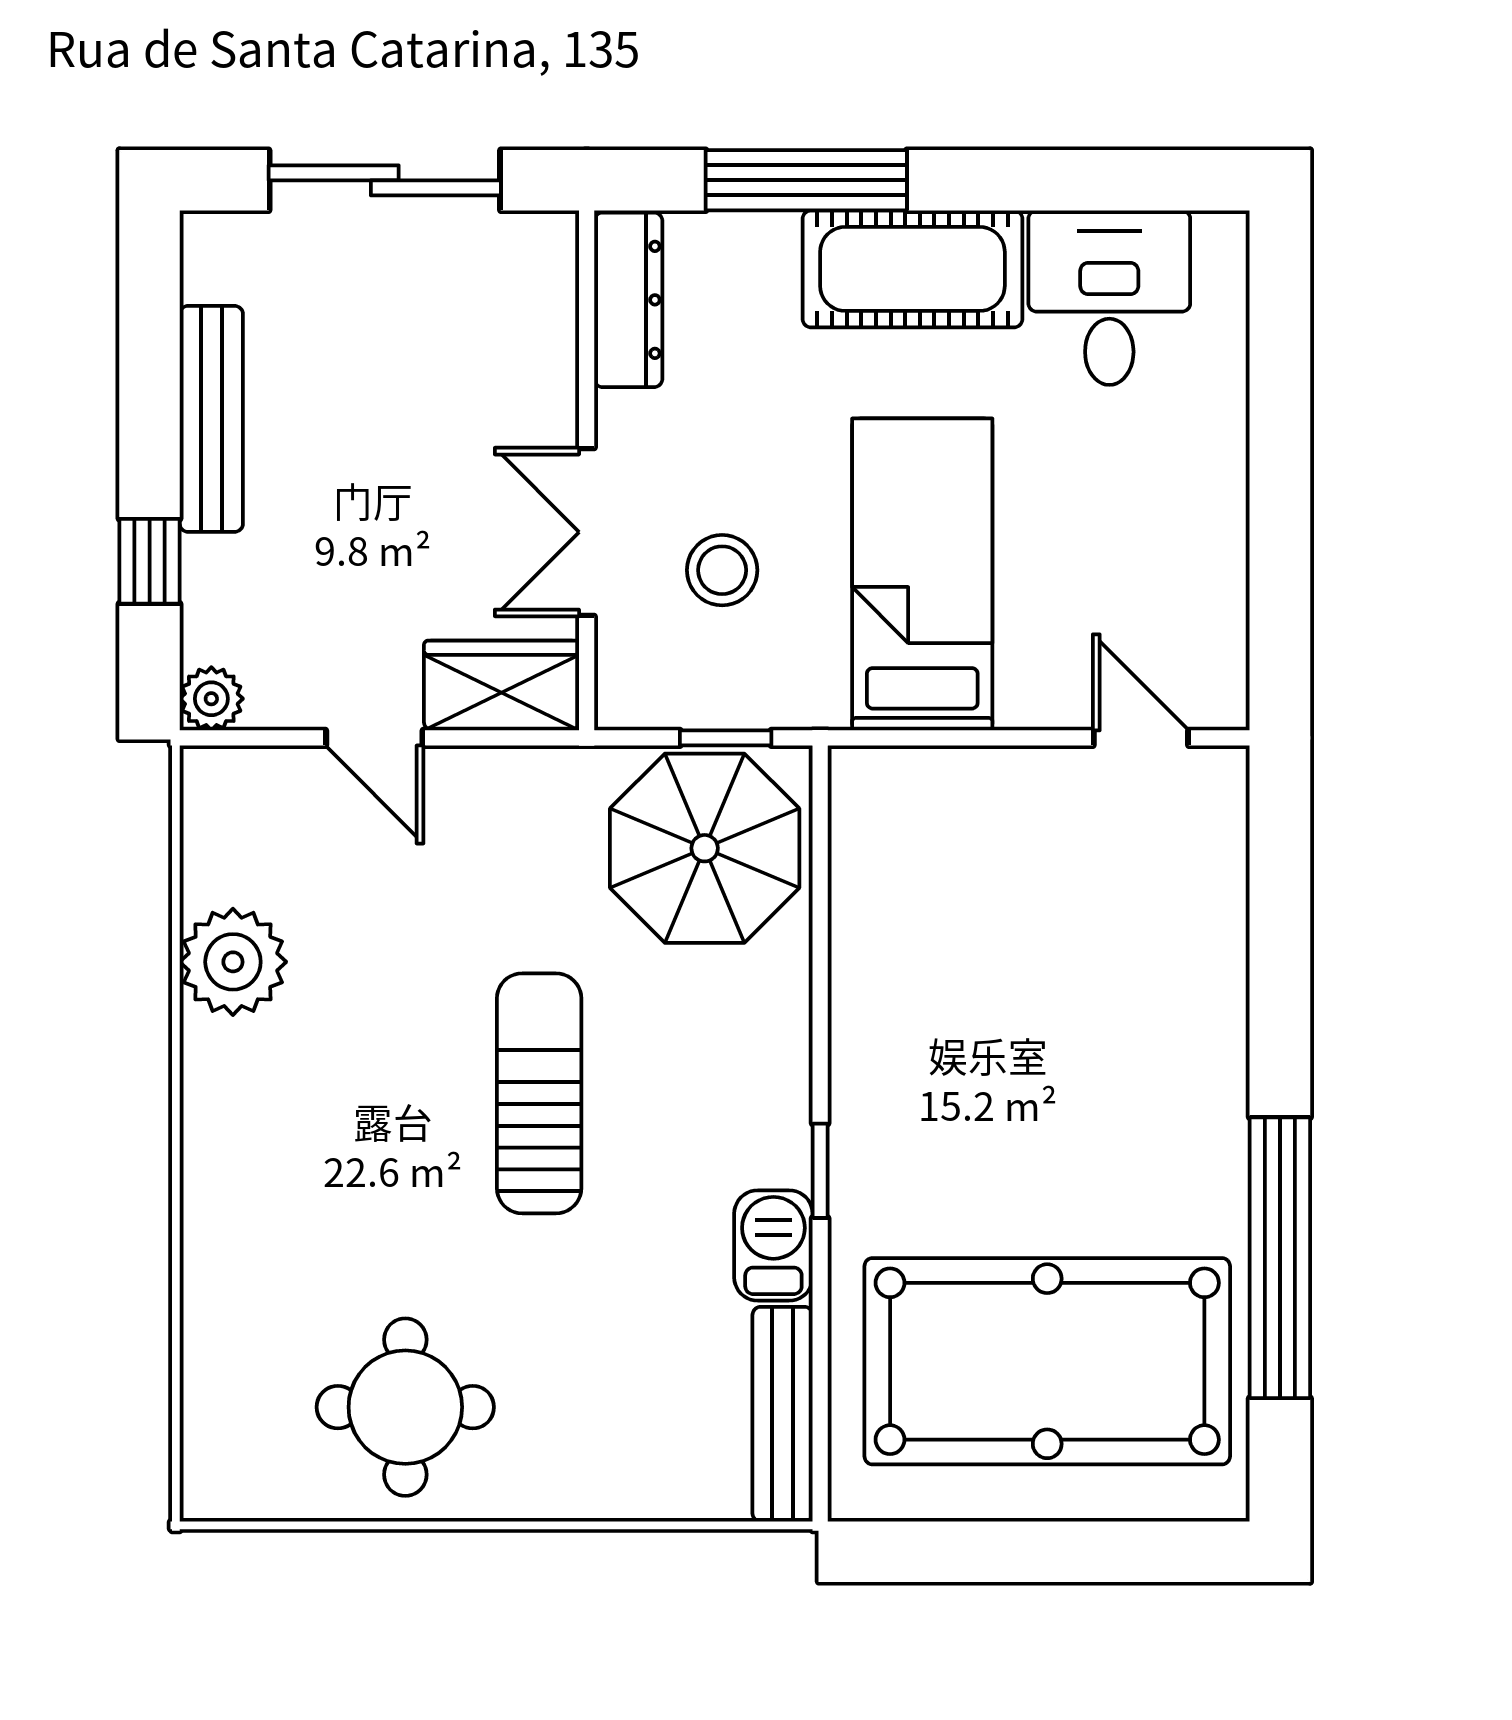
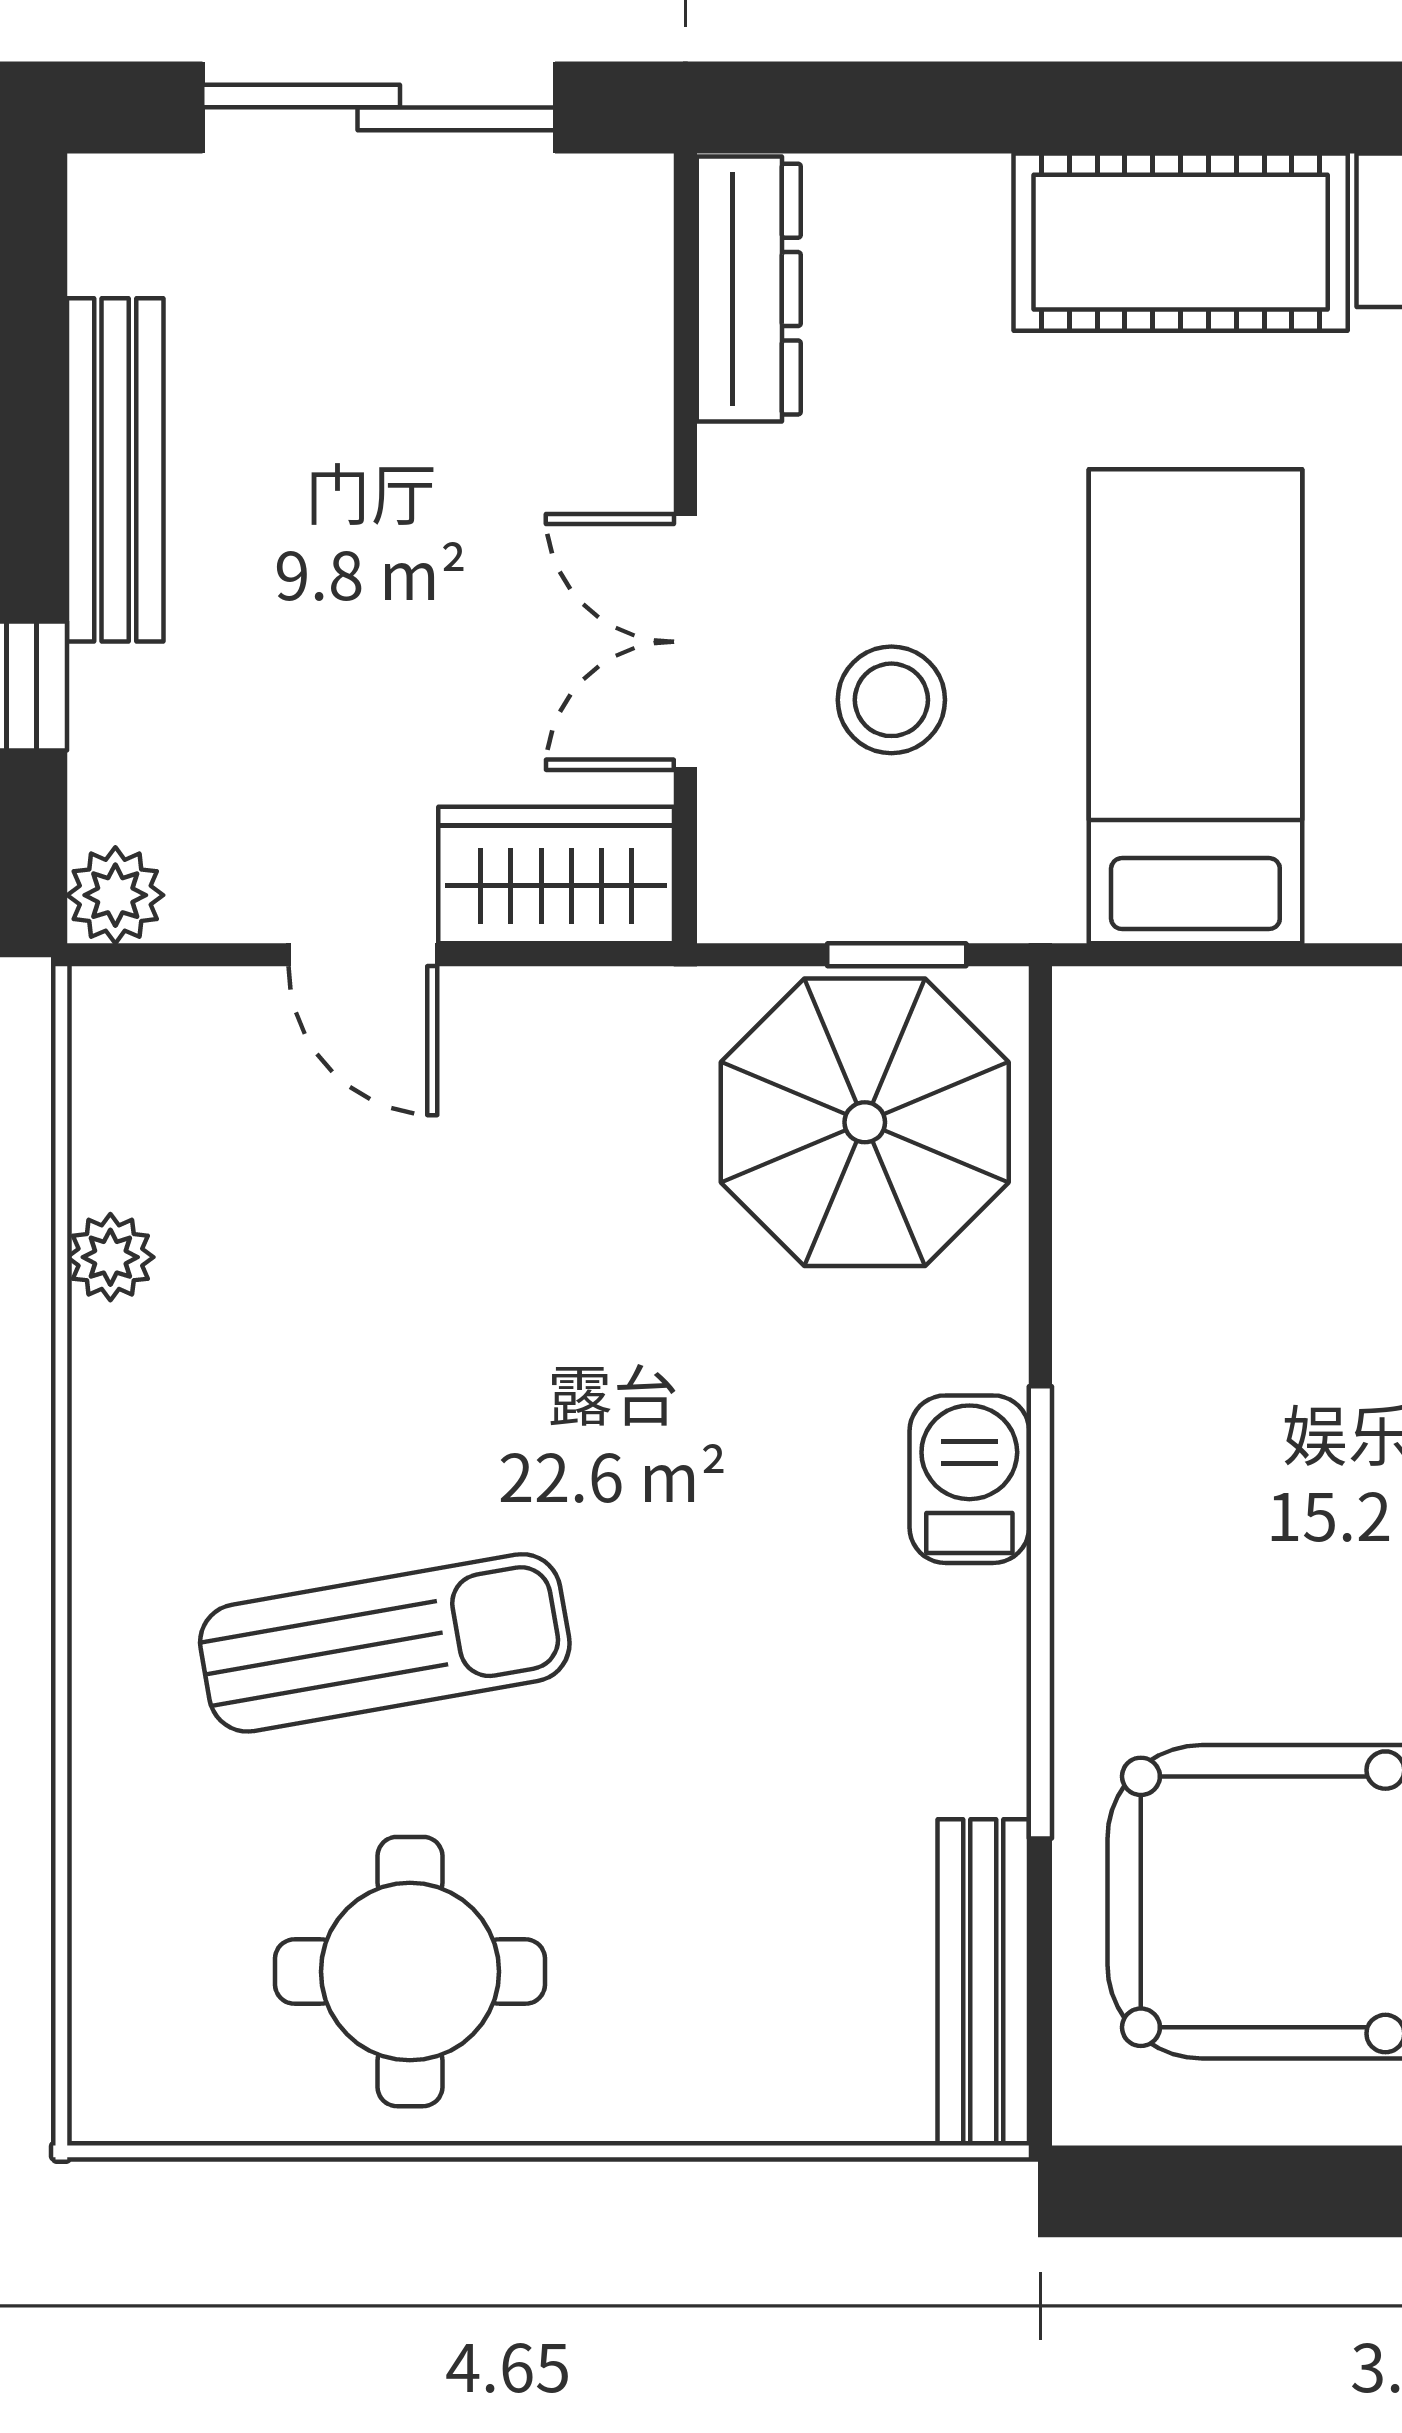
window: (806, 180) -> (1019, 107), removed
plant: (233, 962) -> (110, 1257), width x0.53, depth x0.53
sun lounger: (539, 1093) -> (385, 1643), moved, turned 80
window: (820, 1171) -> (1040, 1612), width x3.17
barbecue: (773, 1246) -> (969, 1479), moved

